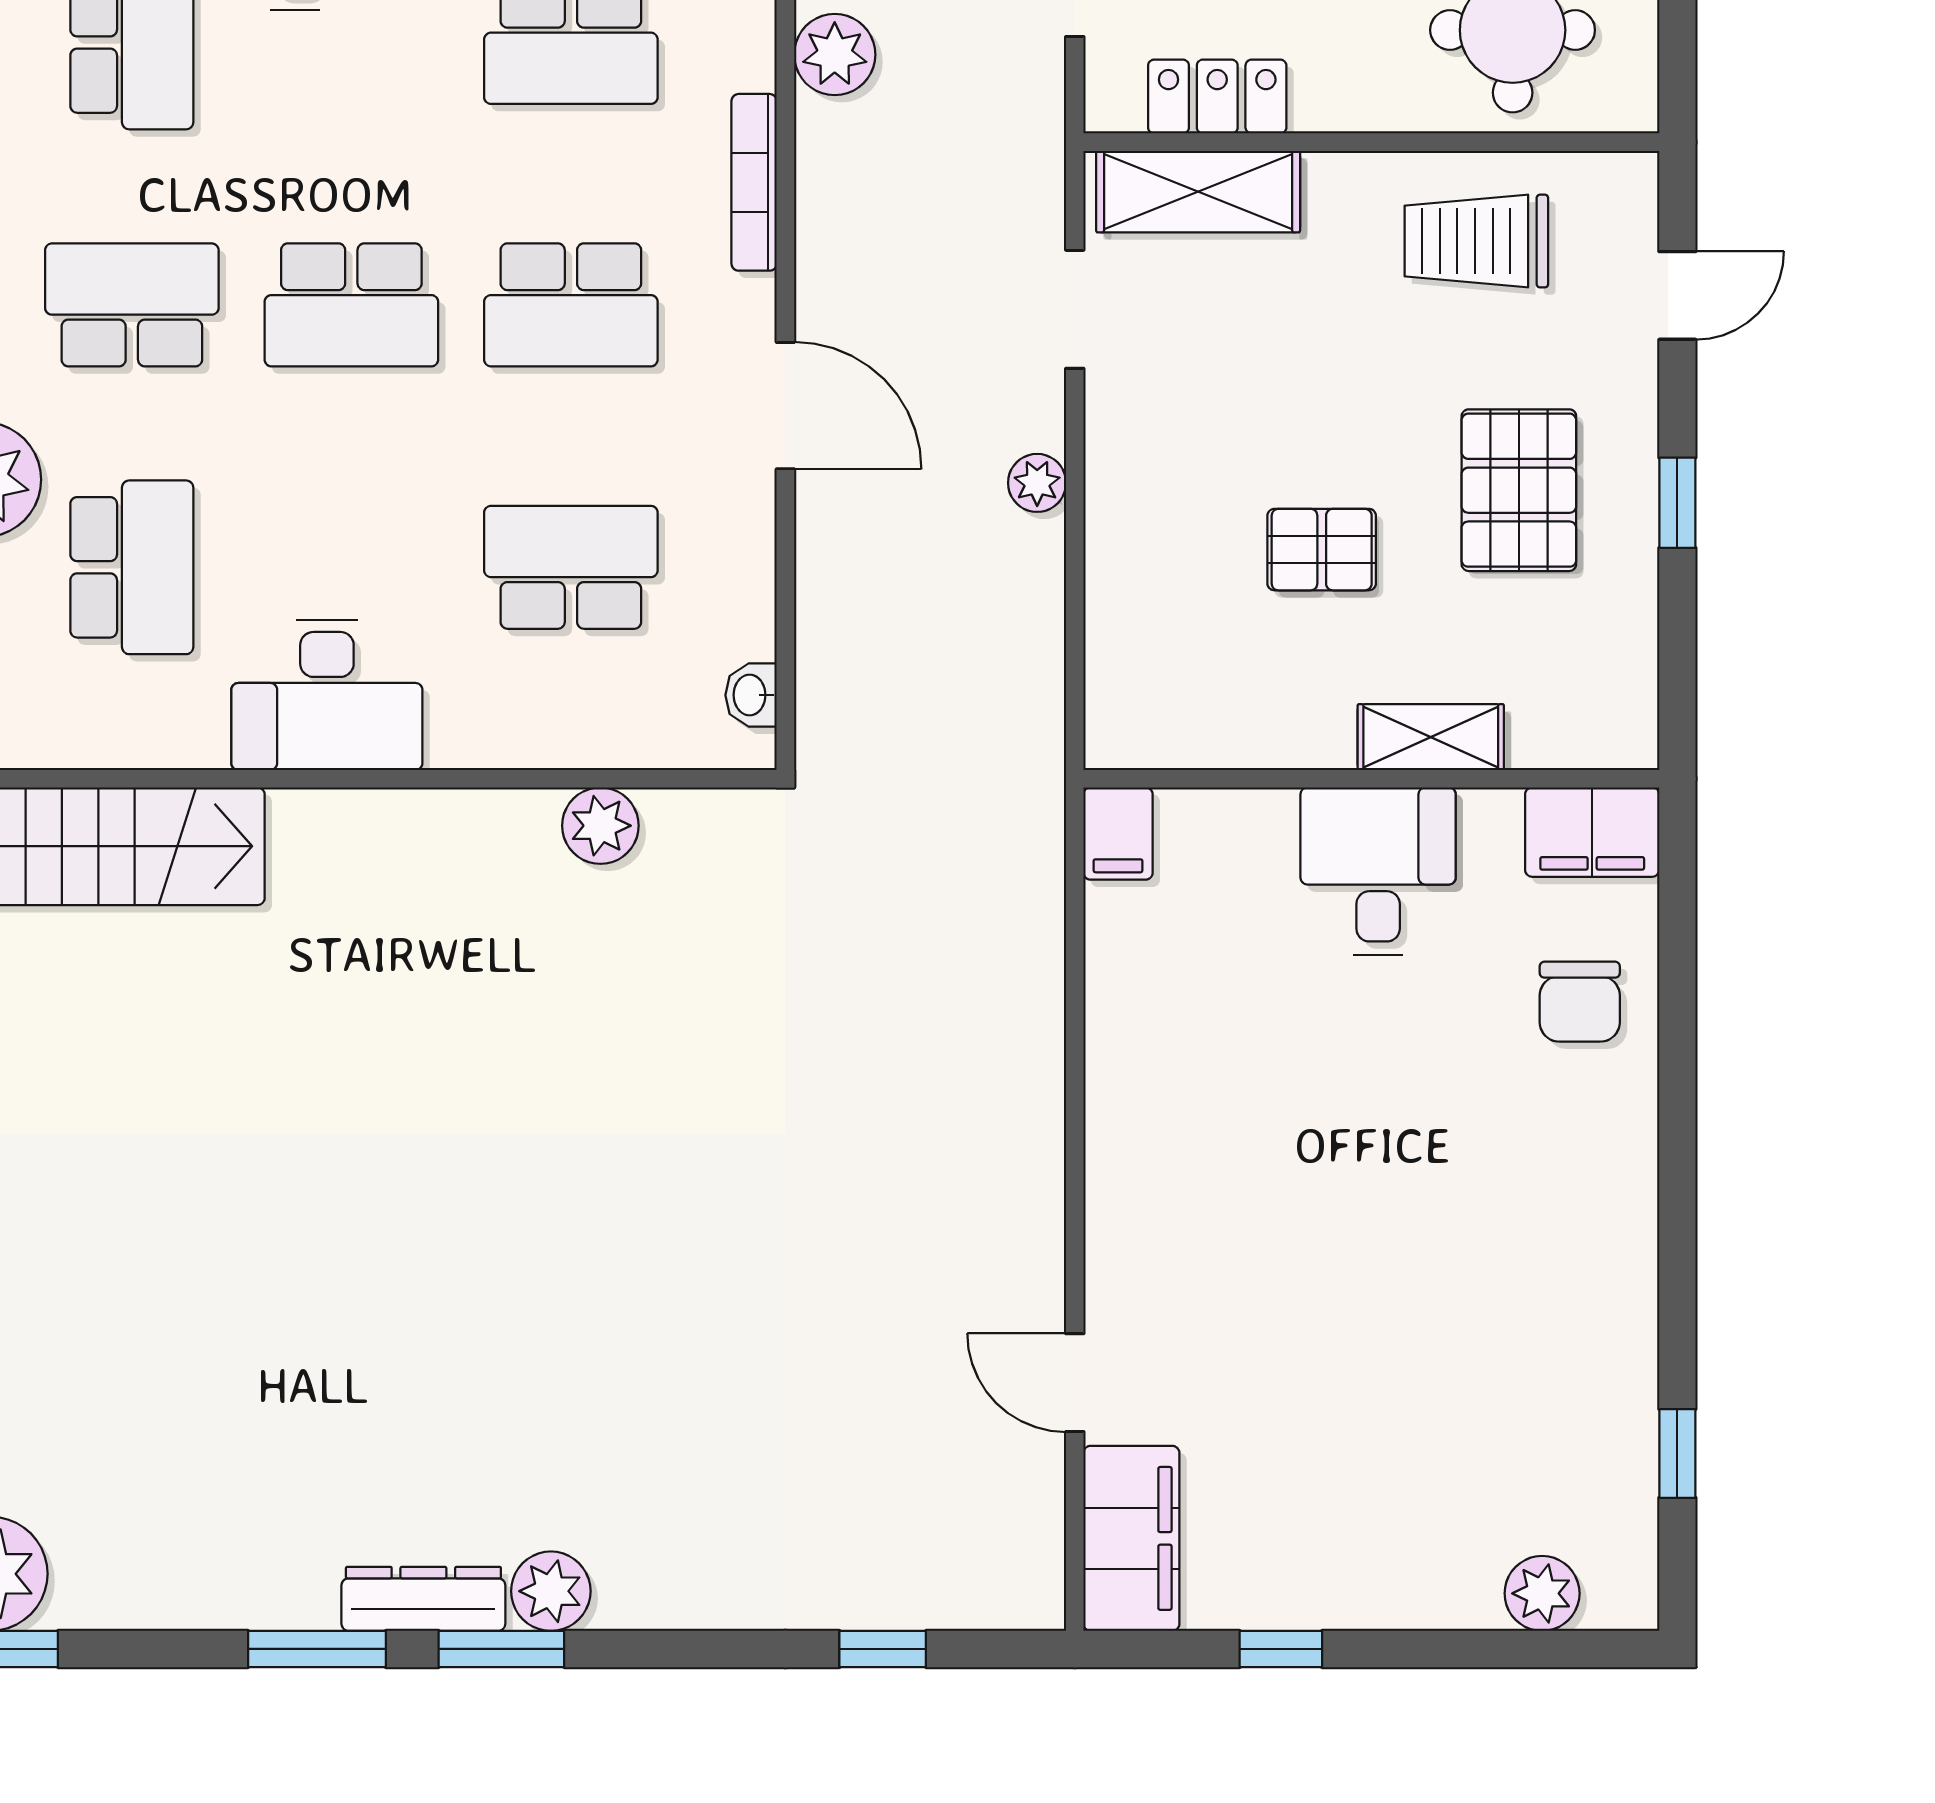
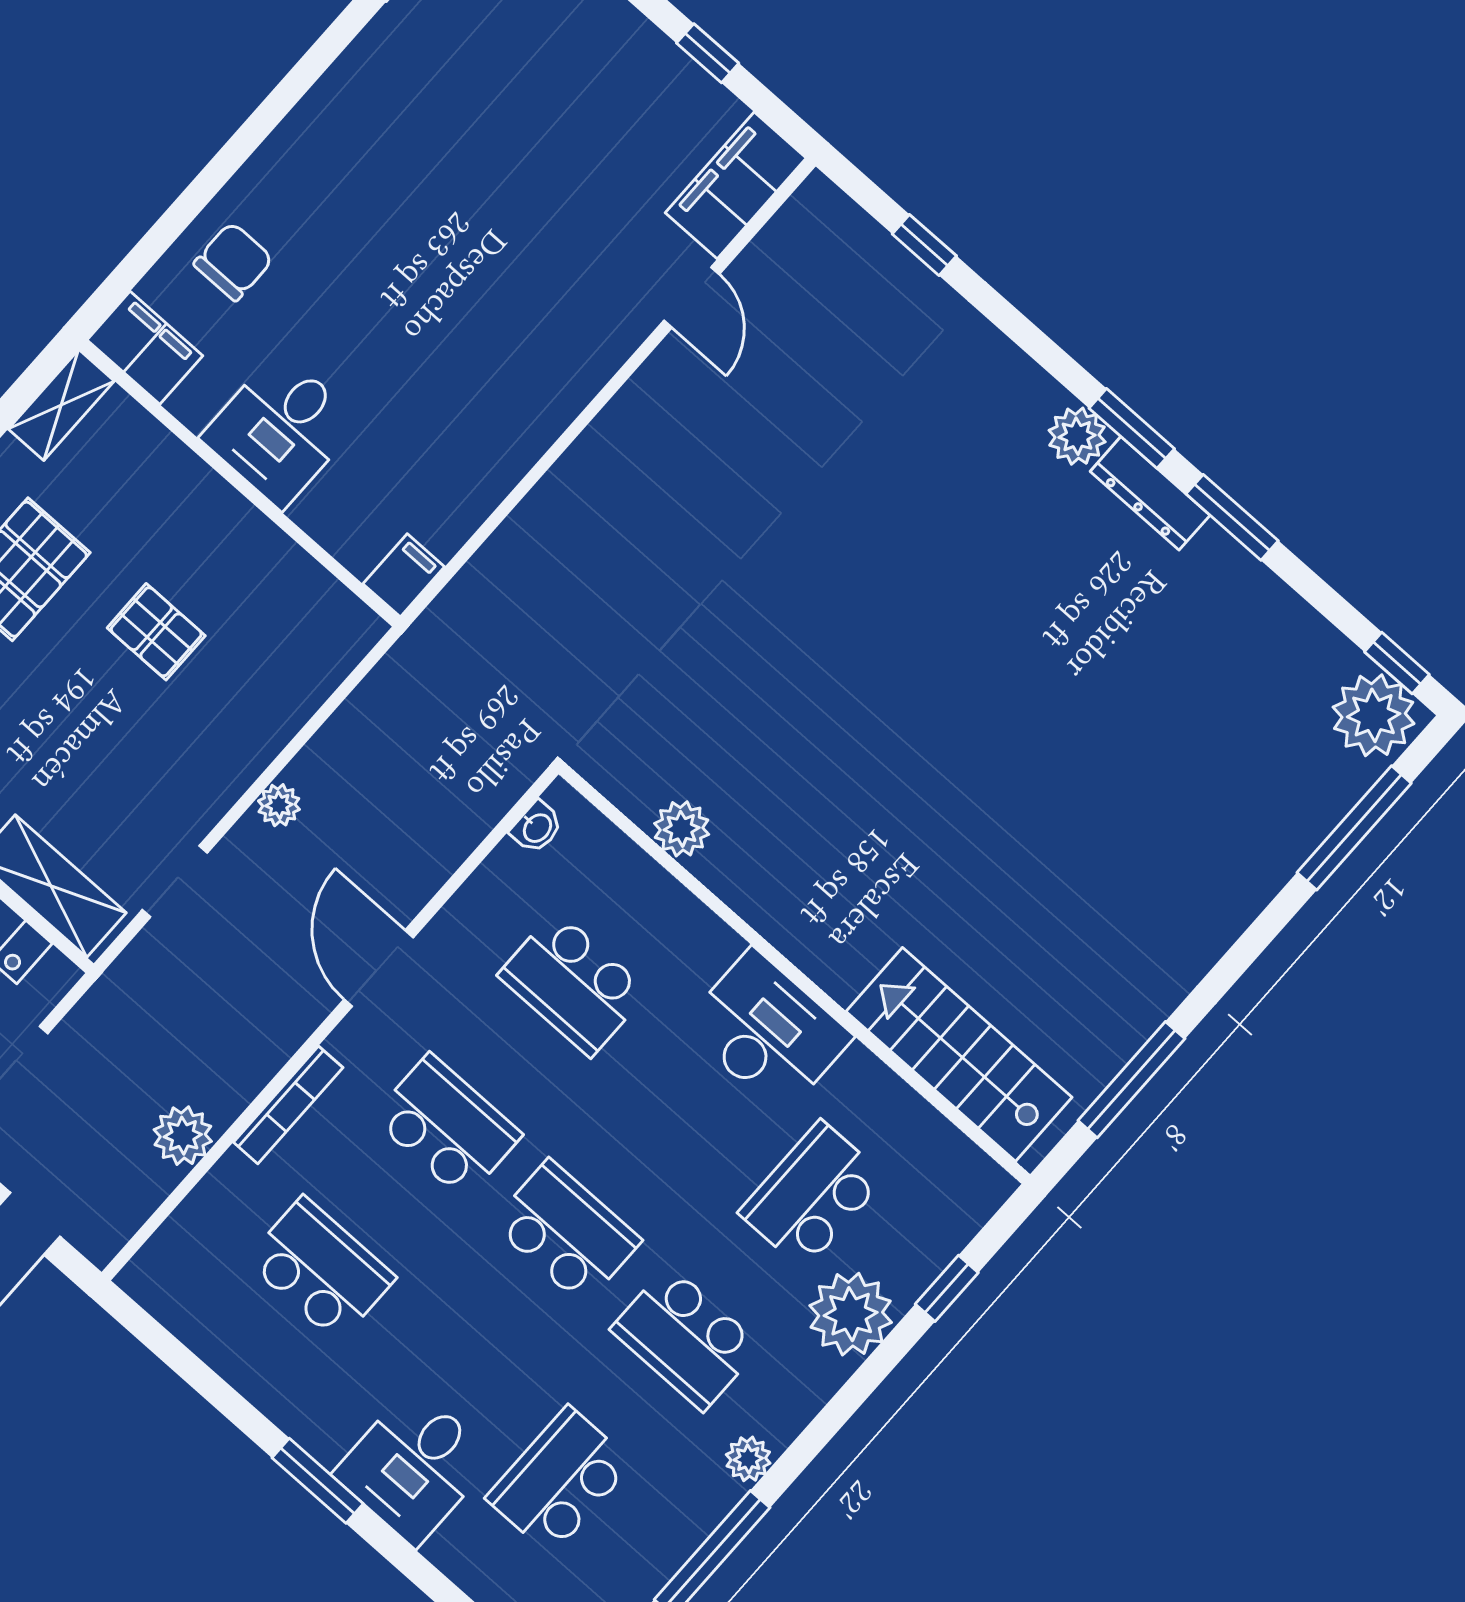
shelving: (1431, 737) -> (61, 405), moved, turned 90

